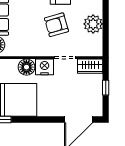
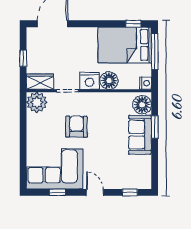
plant: (93, 24) -> (37, 102), moved
armchair: (56, 25) -> (77, 127), turned -74

